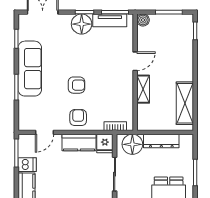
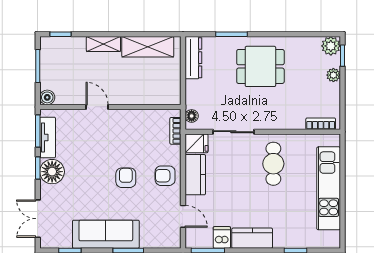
shelving: (143, 89) -> (103, 44), moved
dresser: (161, 141) -> (193, 58), moved
floor lamp: (132, 144) -> (192, 116), width x0.53, depth x0.53

